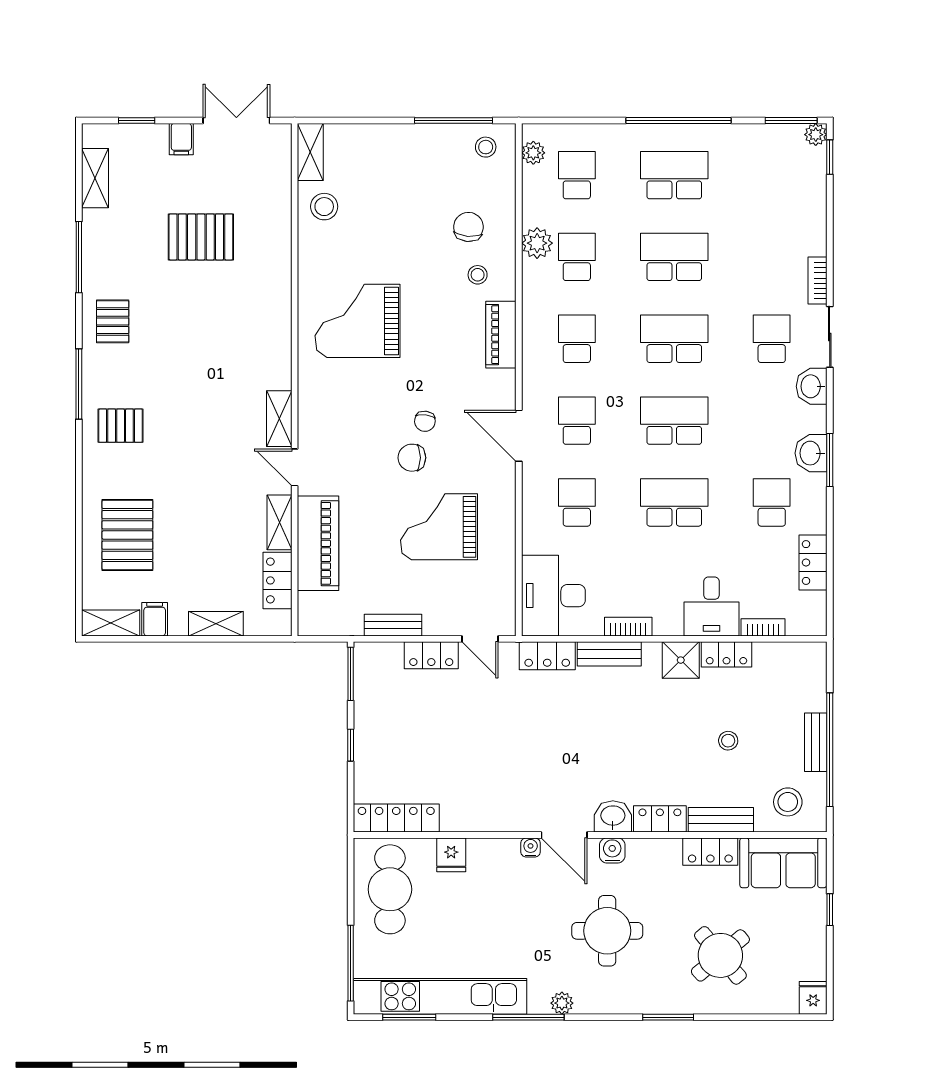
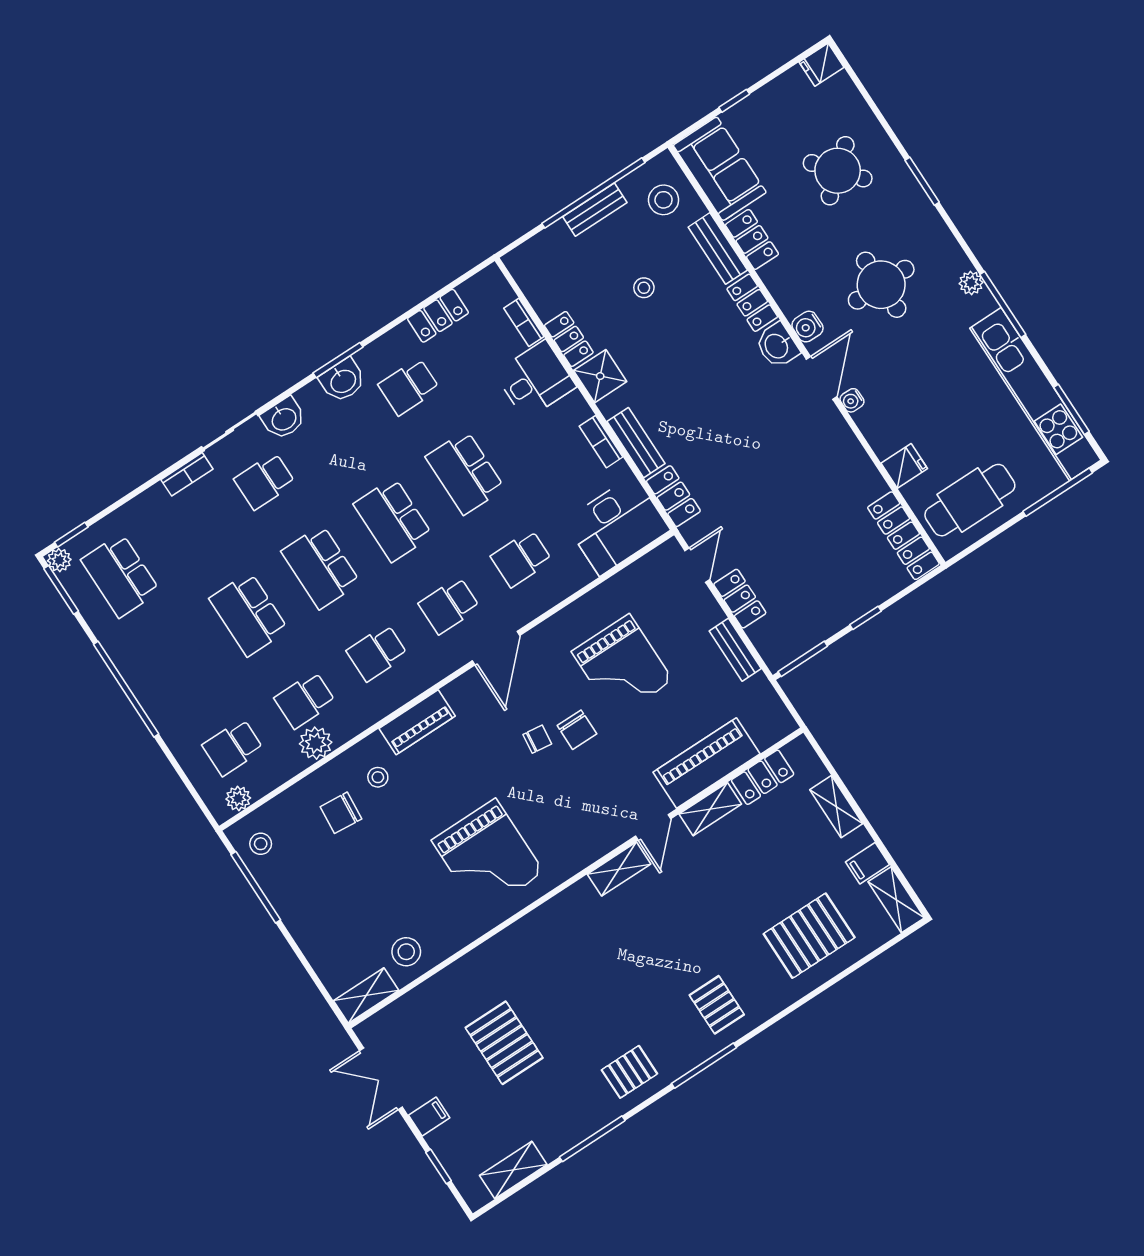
school desk: (674, 175) -> (120, 576), moved

